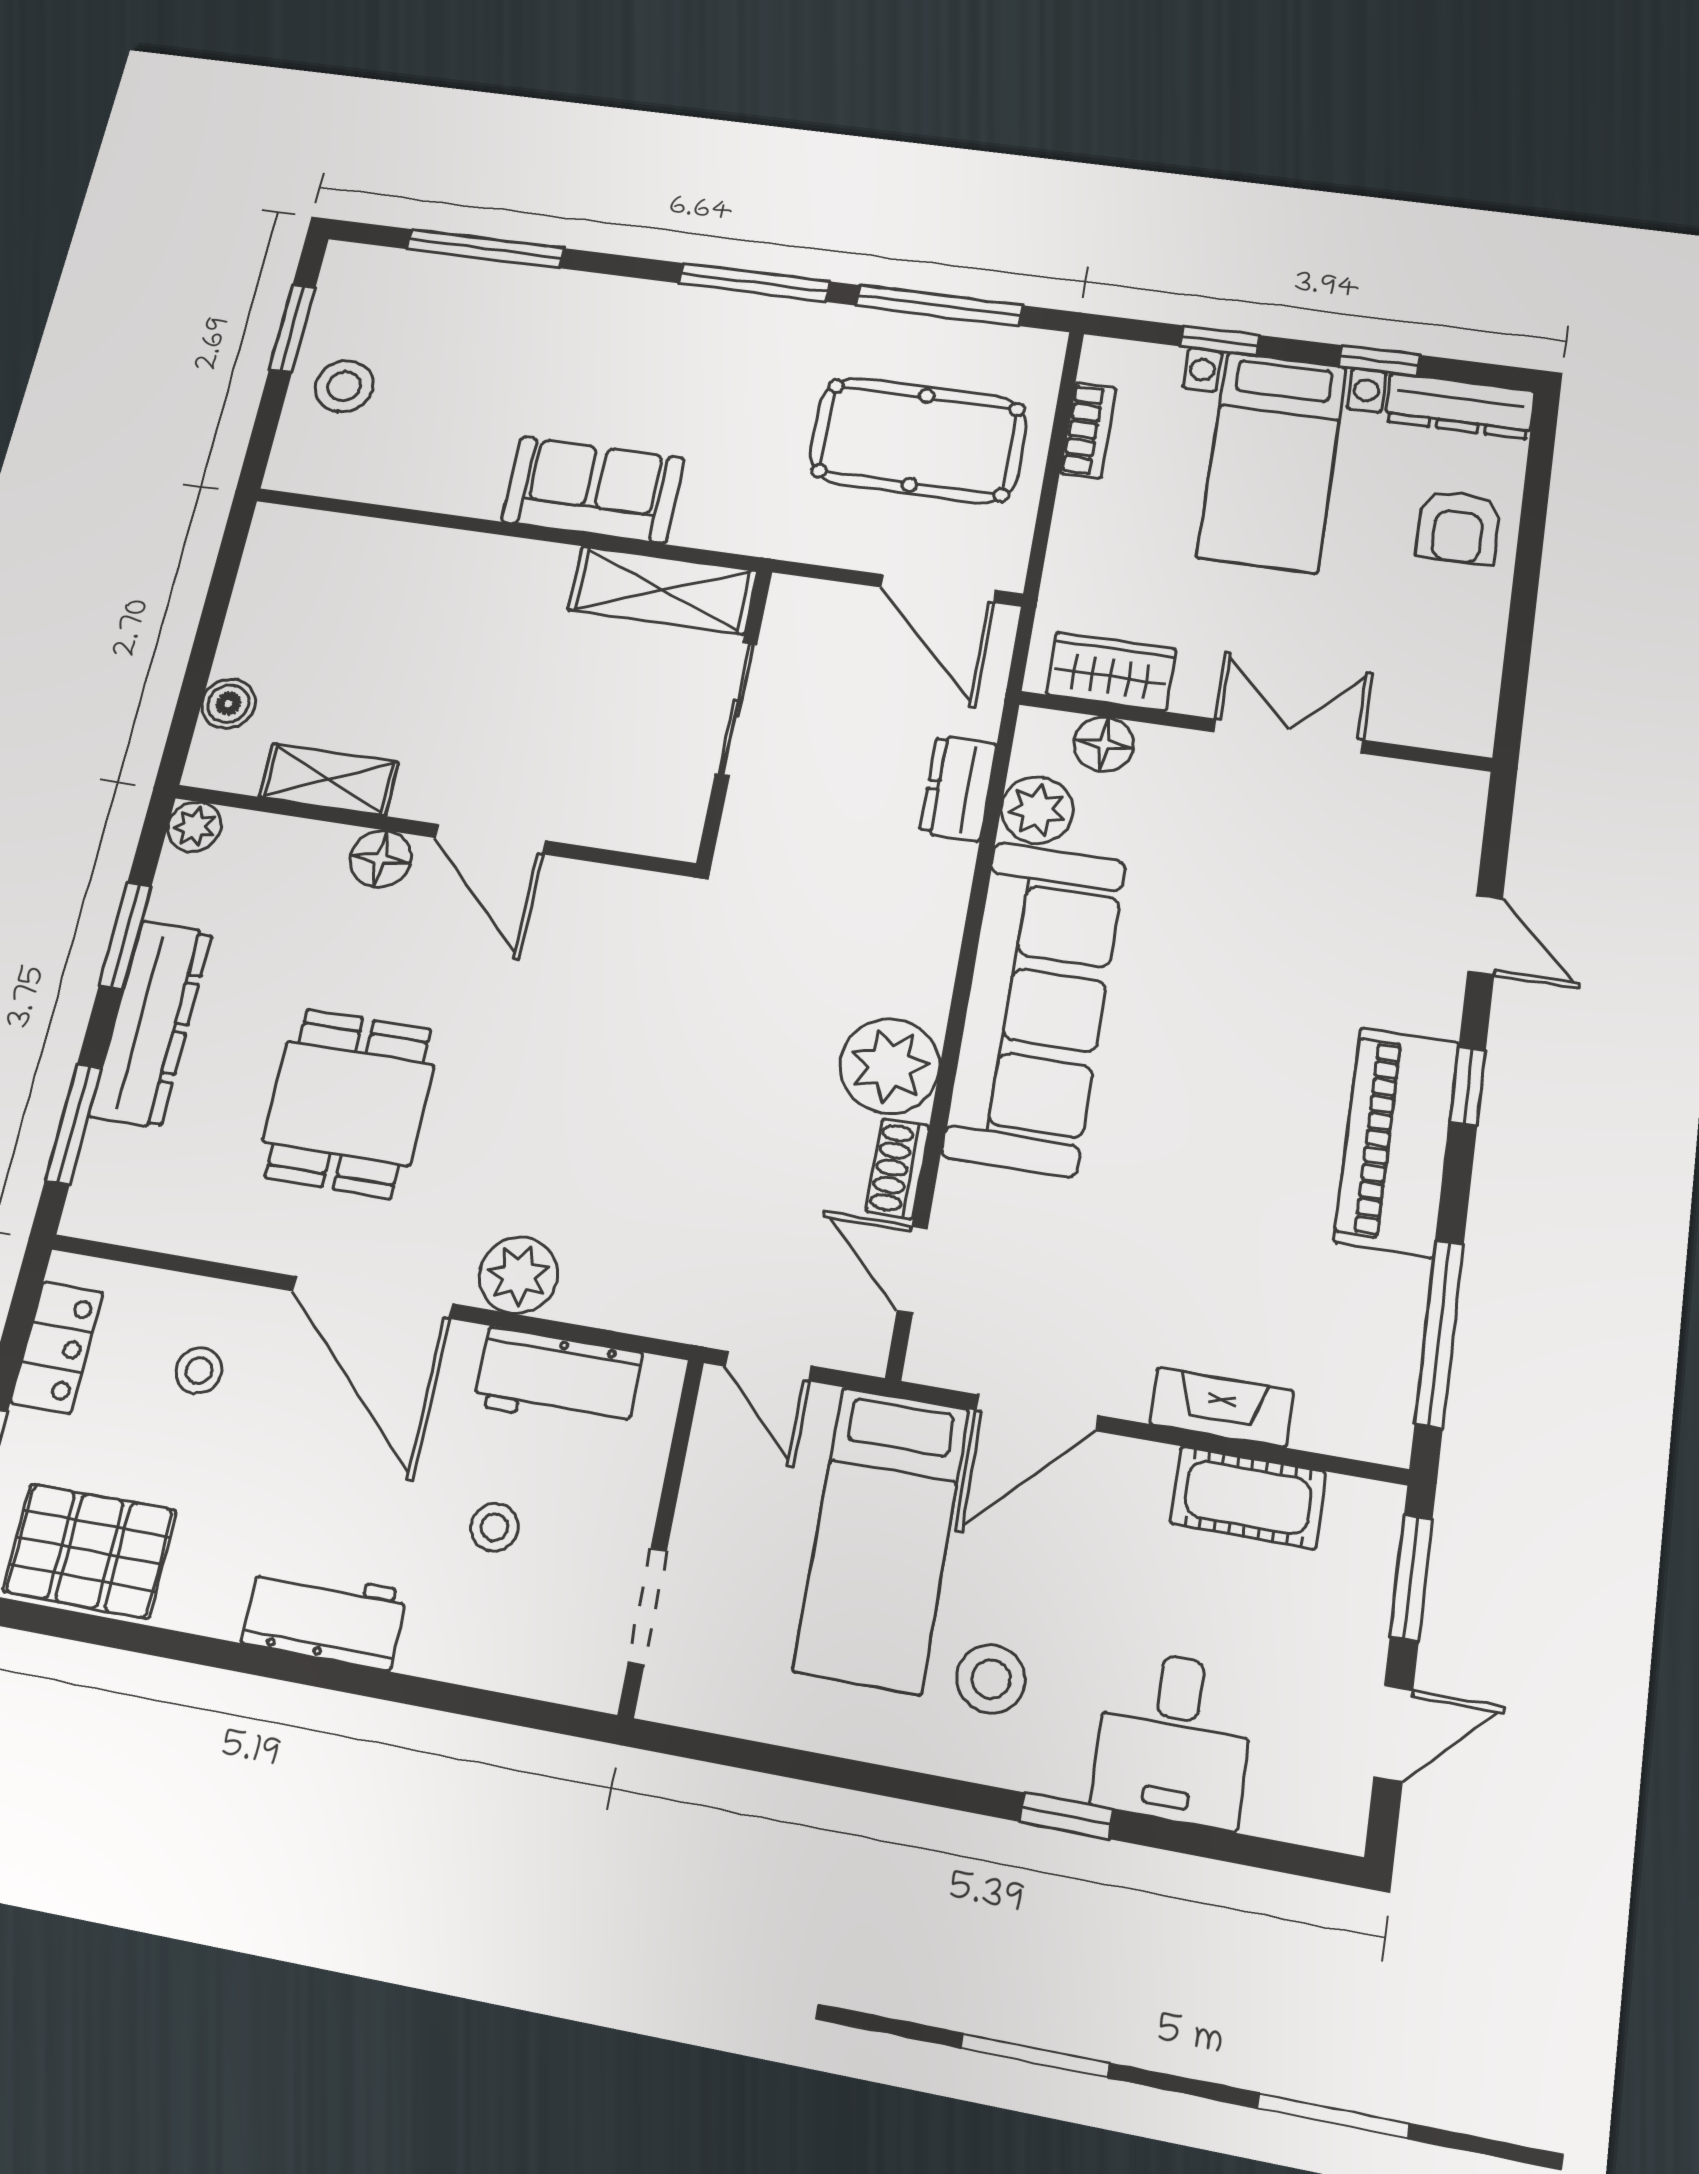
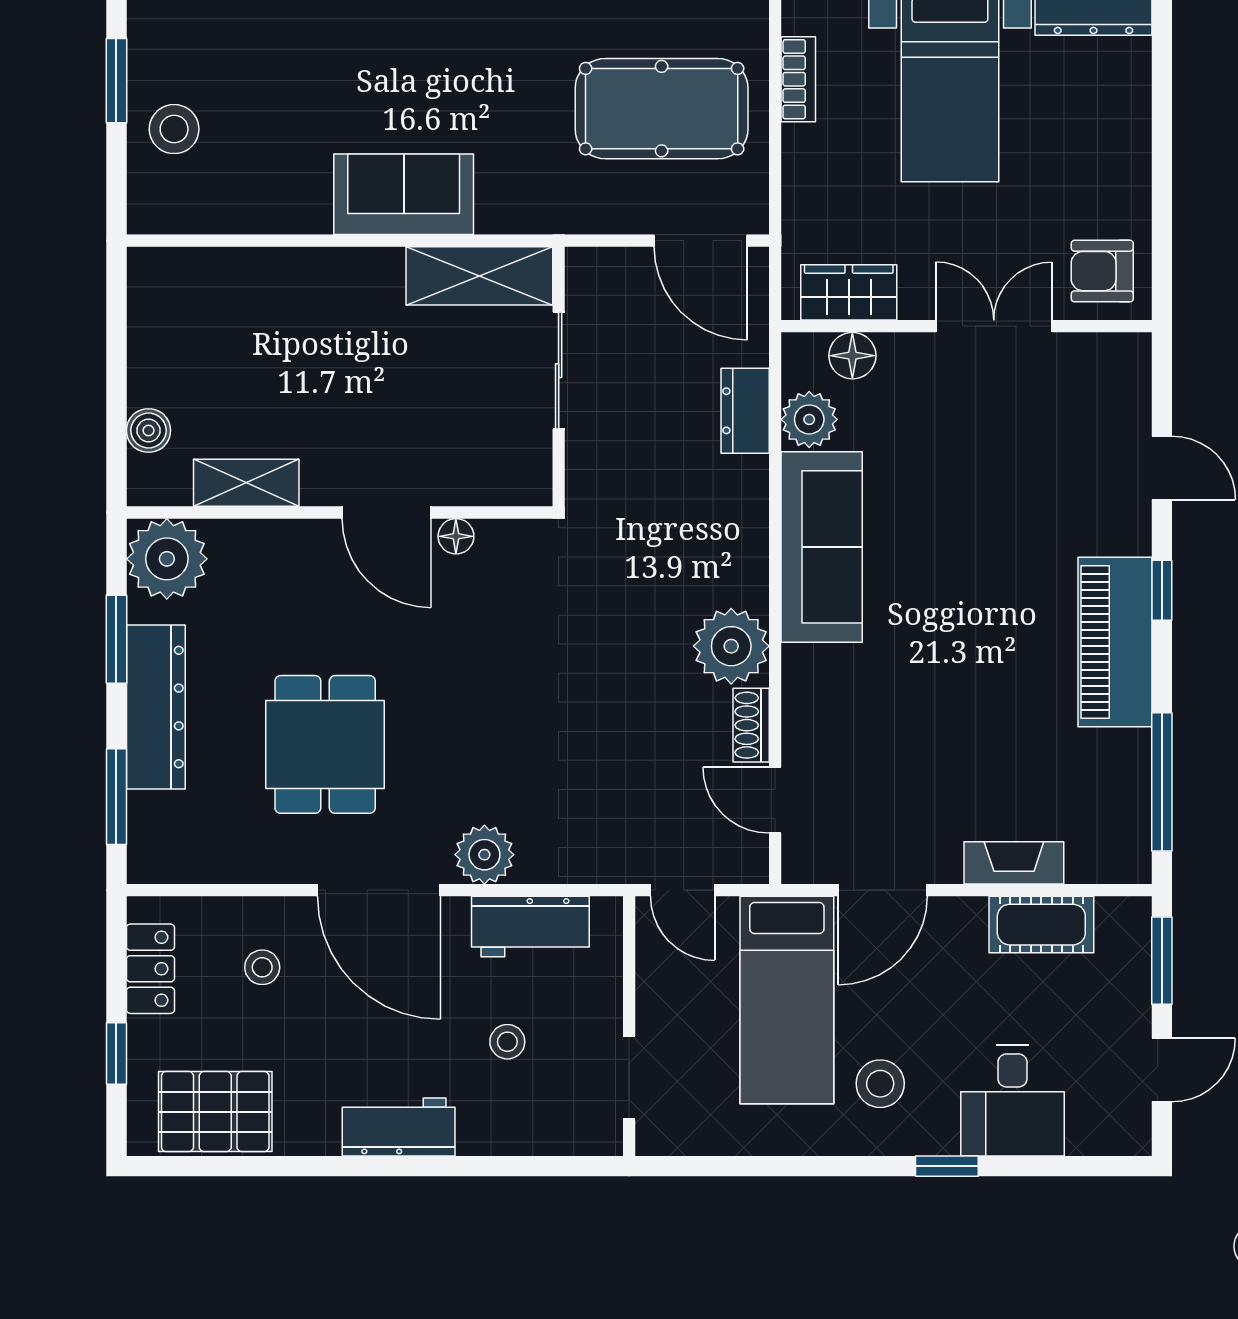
armchair: (1458, 527) -> (1102, 271), moved, turned 90
plant: (194, 827) -> (167, 559), width x1.88, depth x1.88
floor lamp: (381, 859) -> (456, 536), moved, width x0.73, depth x0.73
sofa: (1035, 1007) -> (822, 547), width x0.74, depth x0.79

